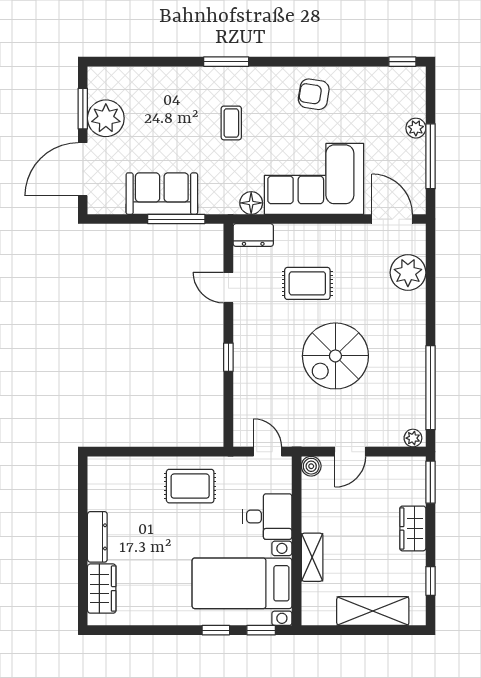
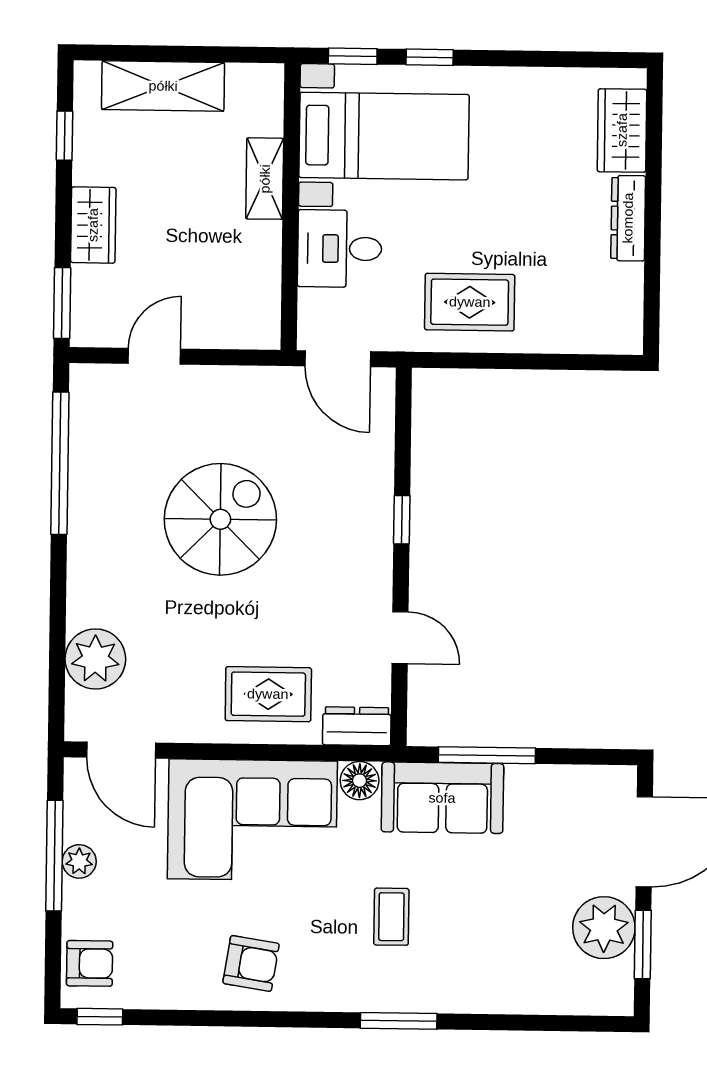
armchair: (409, 93) -> (90, 963), added
plant: (416, 128) -> (79, 861), moved
sofa: (162, 194) -> (442, 798), moved
rug: (307, 283) -> (268, 694), moved
plant: (413, 438) -> (91, 378), removed
door: (267, 452) -> (338, 359), width x1.38
door: (350, 452) -> (154, 356), moved
boiler: (311, 466) -> (264, 333), removed

